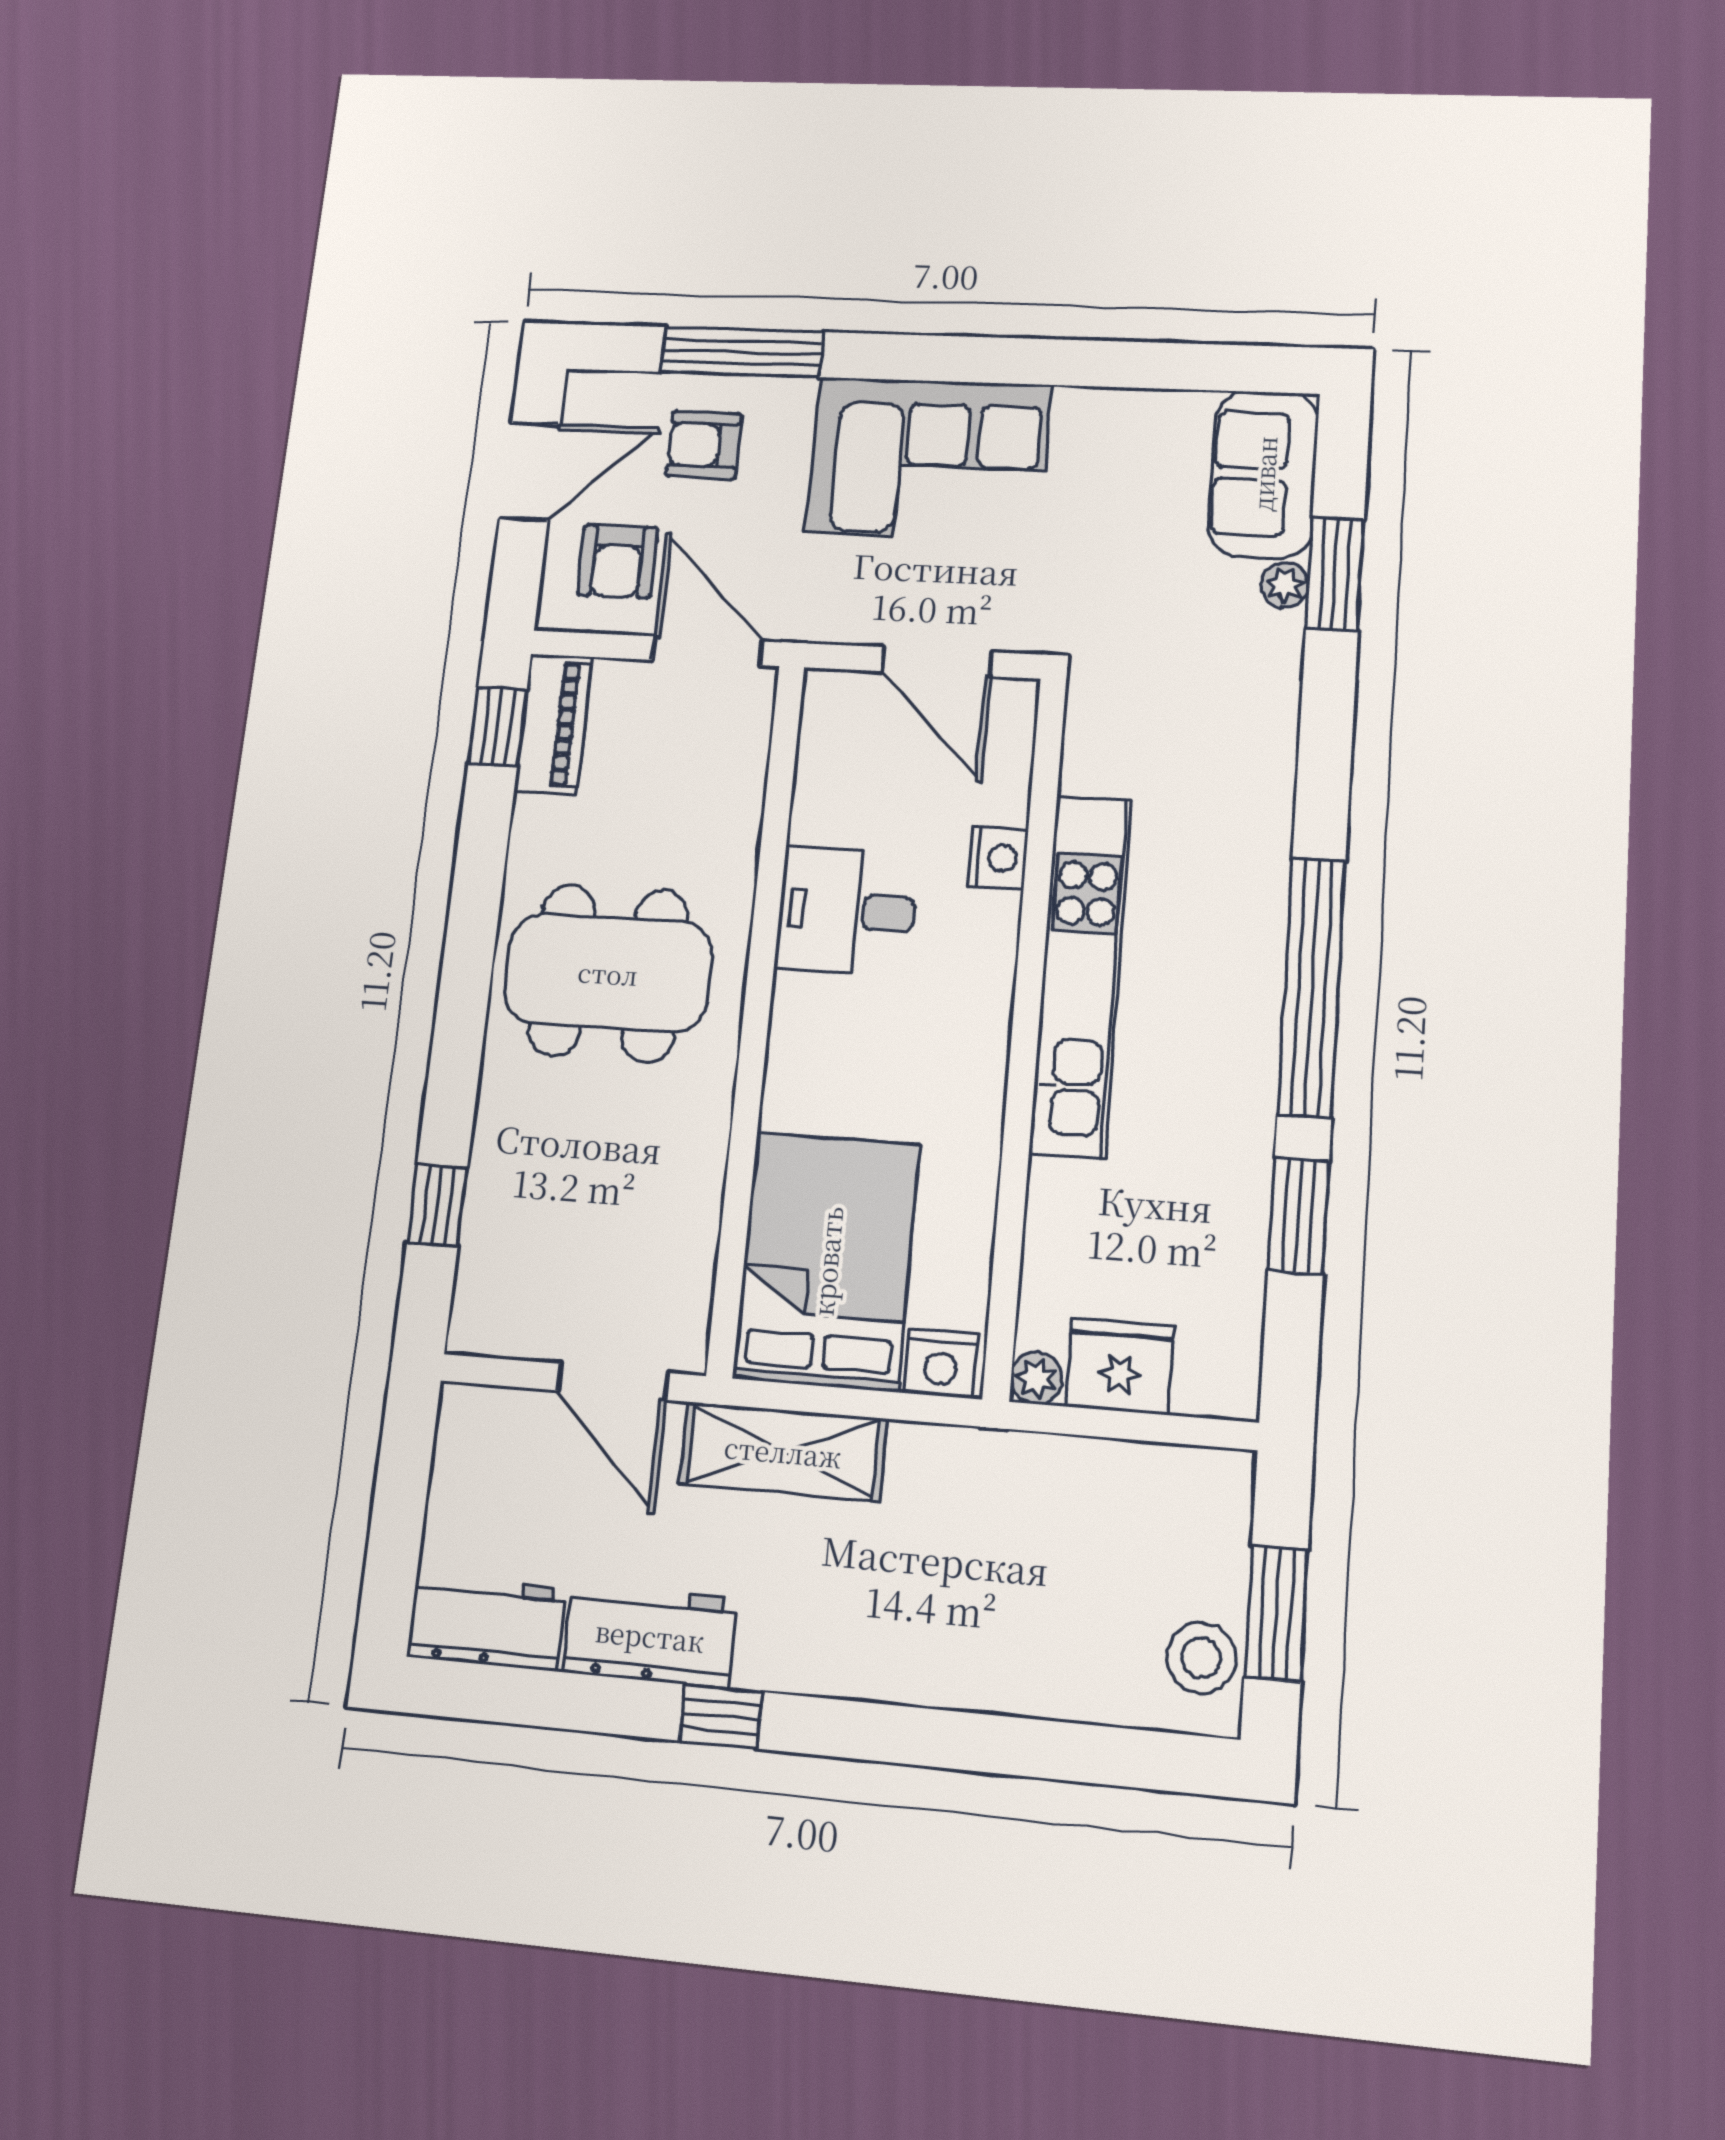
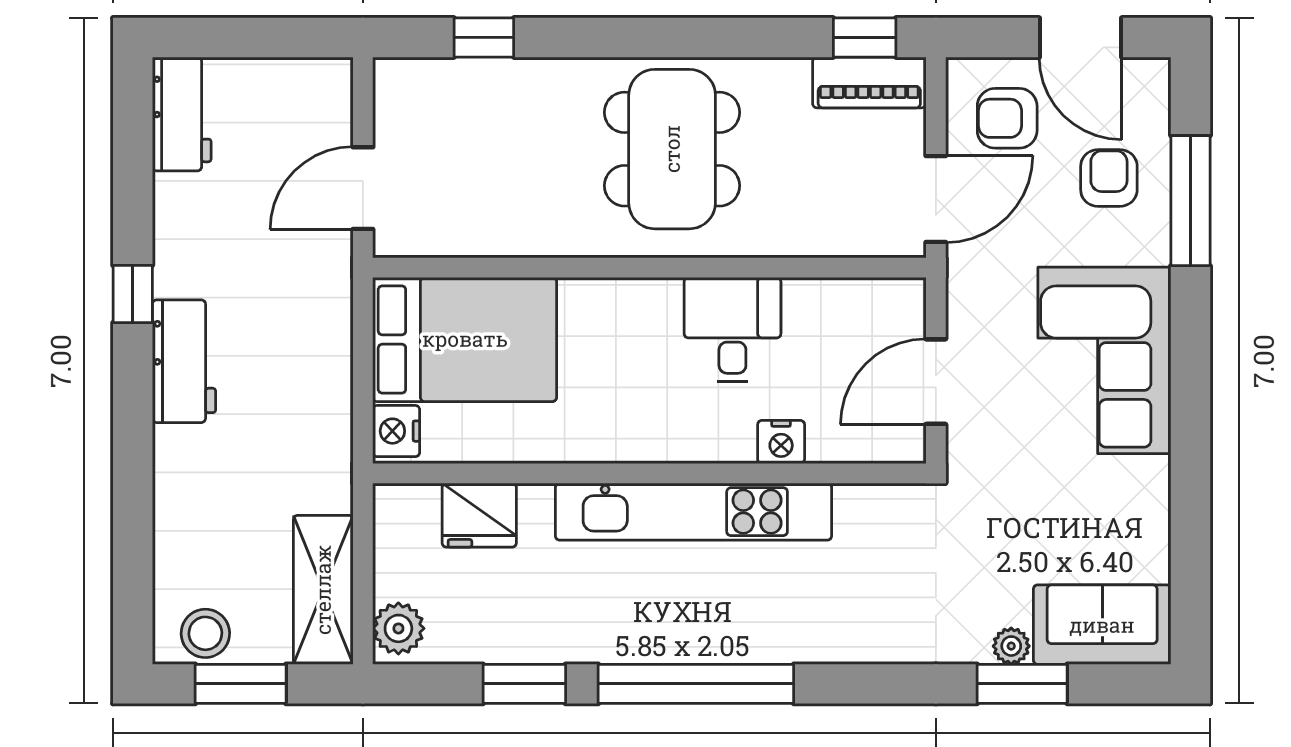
fridge: (1120, 1367) -> (479, 515), moved, turned 90
plant: (1037, 1378) -> (398, 628), moved, width x1.38, depth x1.38
shelving: (783, 1451) -> (323, 590), moved
workbench: (650, 1635) -> (184, 361), moved

